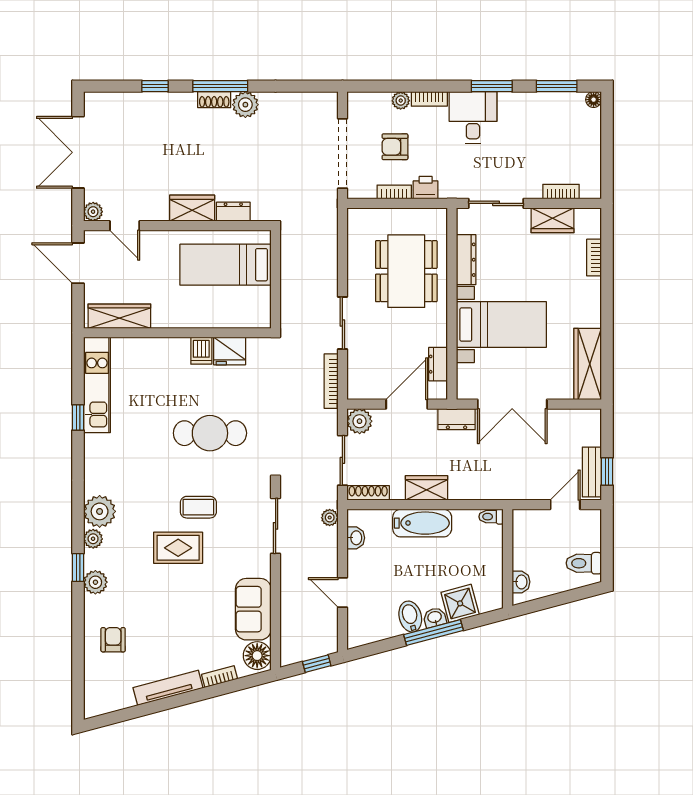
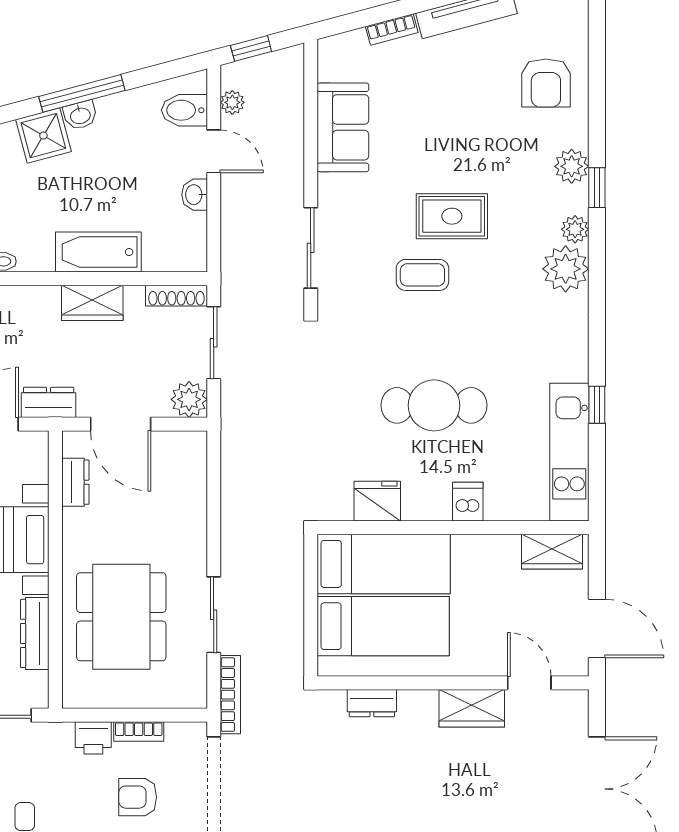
armchair: (395, 147) -> (138, 797), turned 180
wardrobe: (192, 208) -> (472, 708), moved
plant: (93, 212) -> (575, 703), removed
bed: (225, 308) -> (384, 564), added
wardrobe: (119, 316) -> (552, 552), width x0.67
sliding door: (342, 323) -> (214, 615), moved
dishwasher: (201, 351) -> (468, 502), moved
bookcase: (331, 381) -> (230, 695), moved
door: (407, 404) -> (121, 424), hinge flipped
cafe table: (210, 433) -> (434, 405), moved
plant: (330, 518) -> (232, 102), moved
washbasin: (356, 538) -> (195, 195), moved
bidet: (410, 617) -> (184, 110), moved, turned 105
armchair: (113, 640) -> (546, 83), width x1.38, depth x1.38
floor lamp: (257, 656) -> (337, 60), removed

